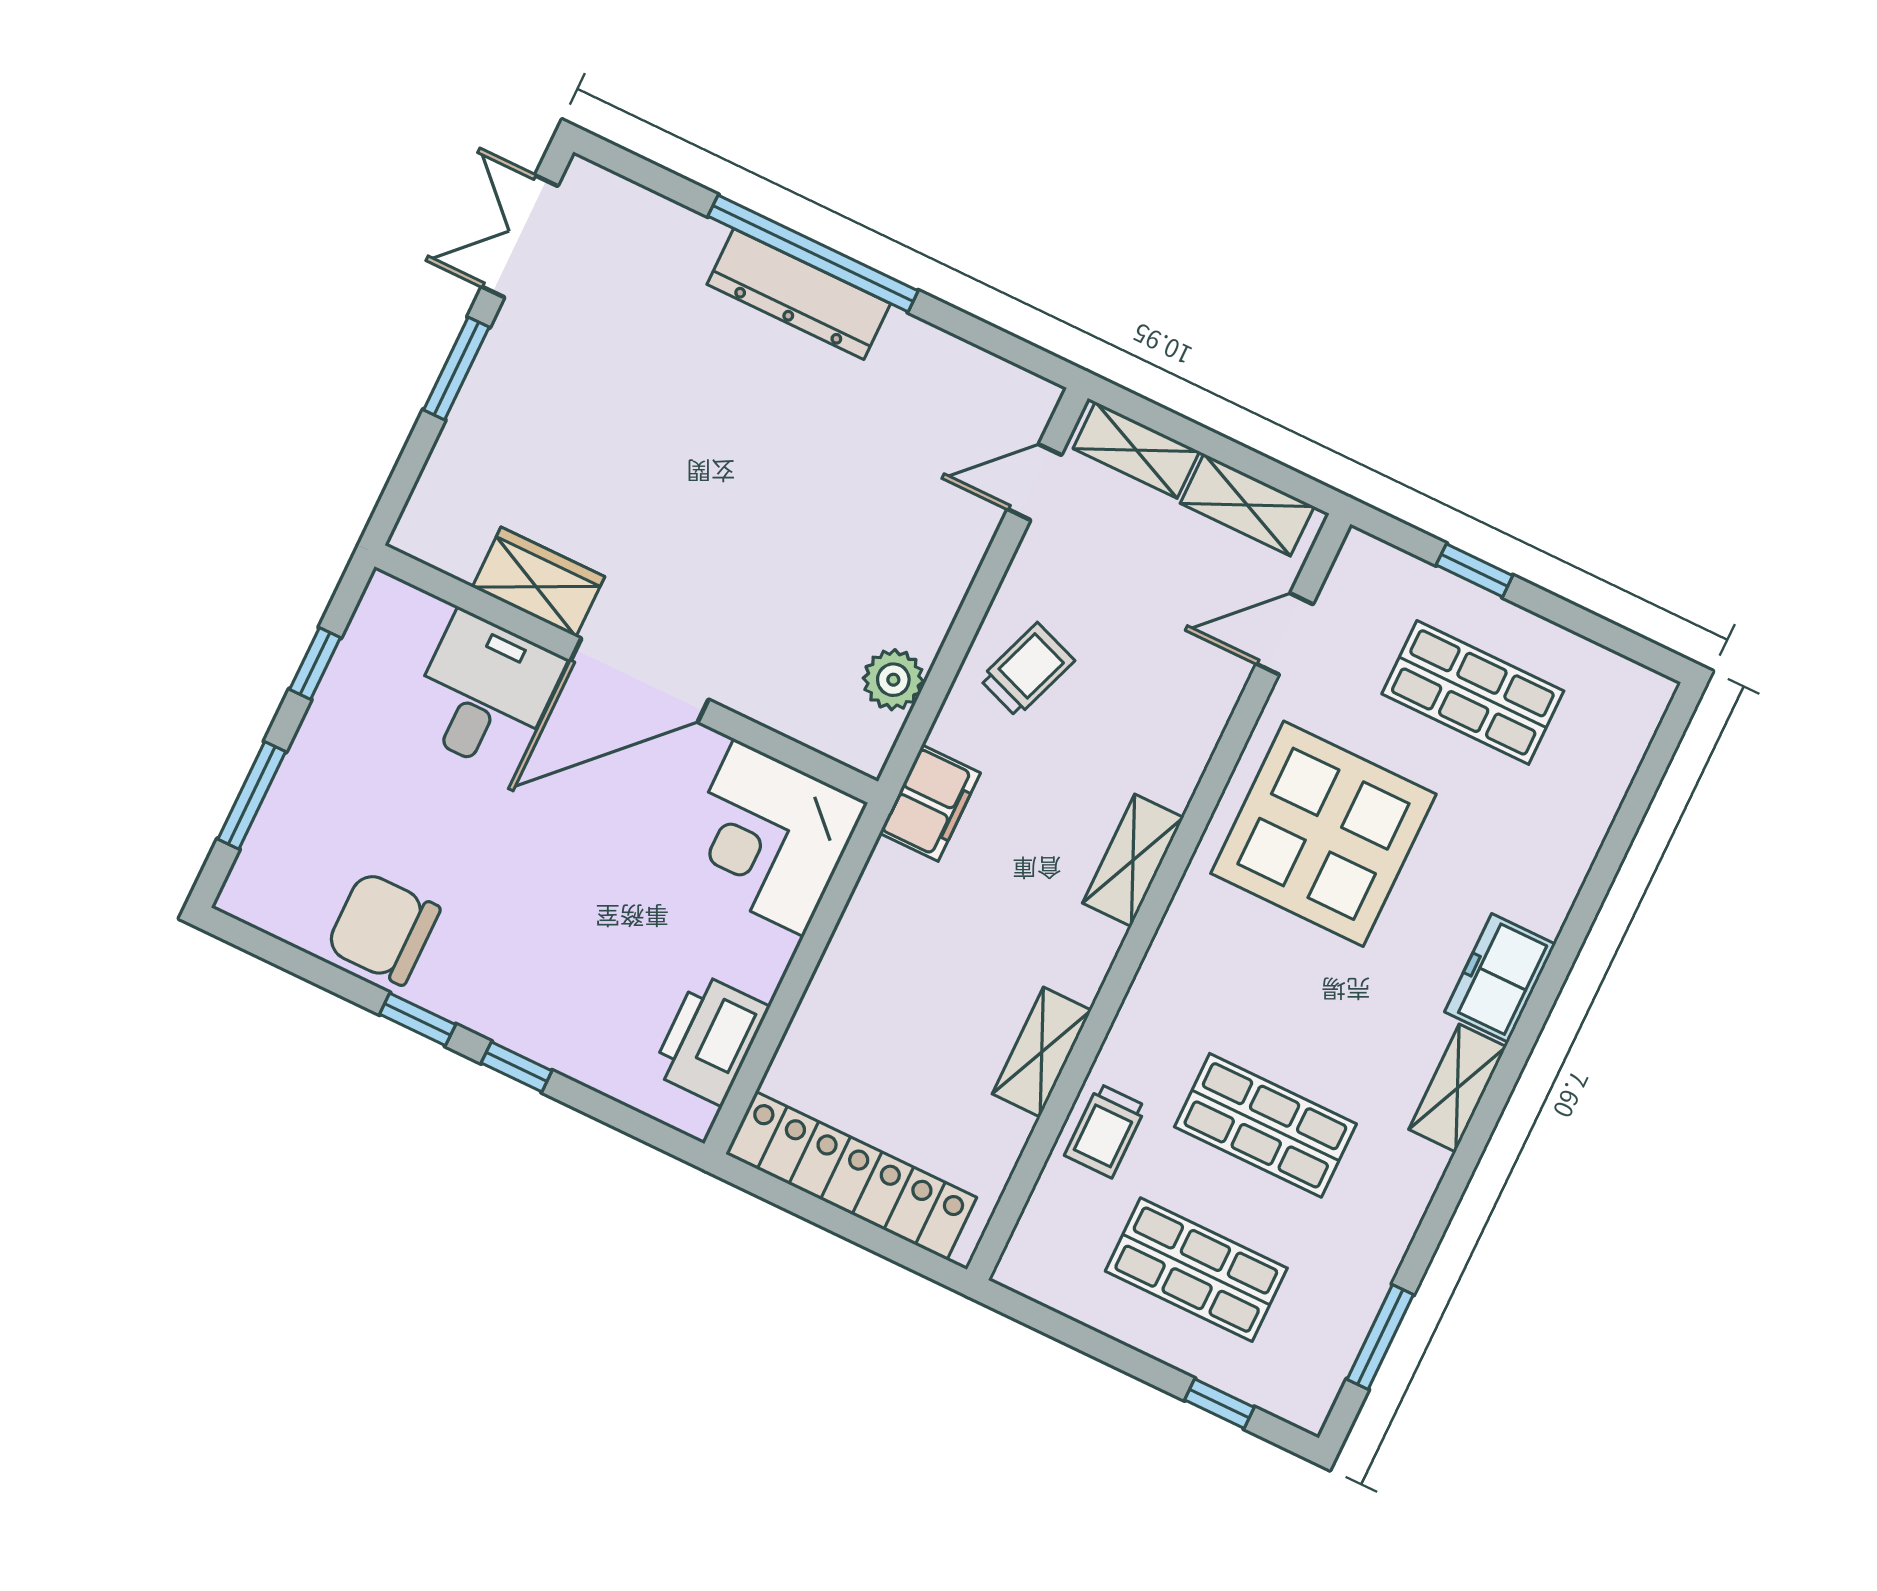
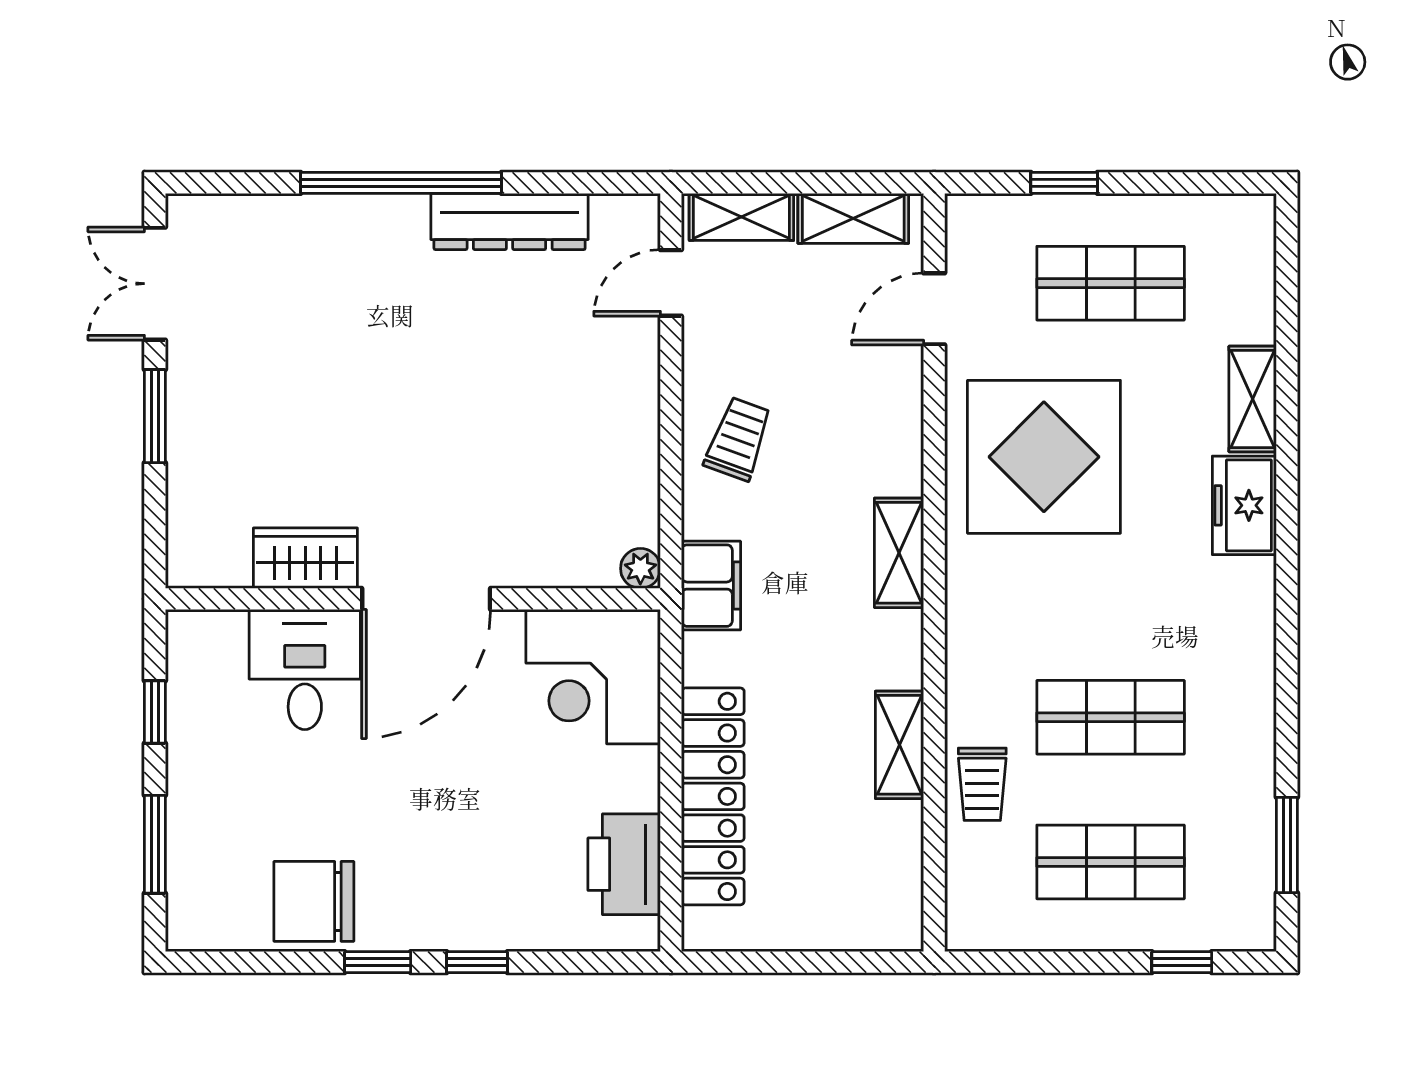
dresser: (799, 294) -> (510, 222), moved
plant: (893, 680) -> (640, 568), moved, width x0.73, depth x0.73
shelving: (1458, 1088) -> (1253, 399), moved
locker: (851, 1176) -> (713, 796), moved, turned 90

